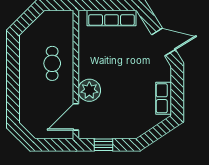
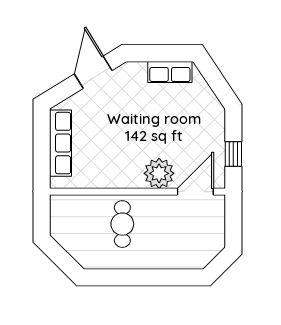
cafe table: (52, 63) -> (122, 224), turned 90
door: (76, 117) -> (195, 192), swing flipped

